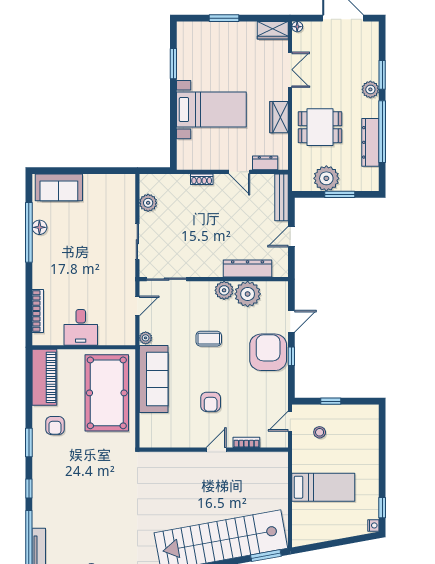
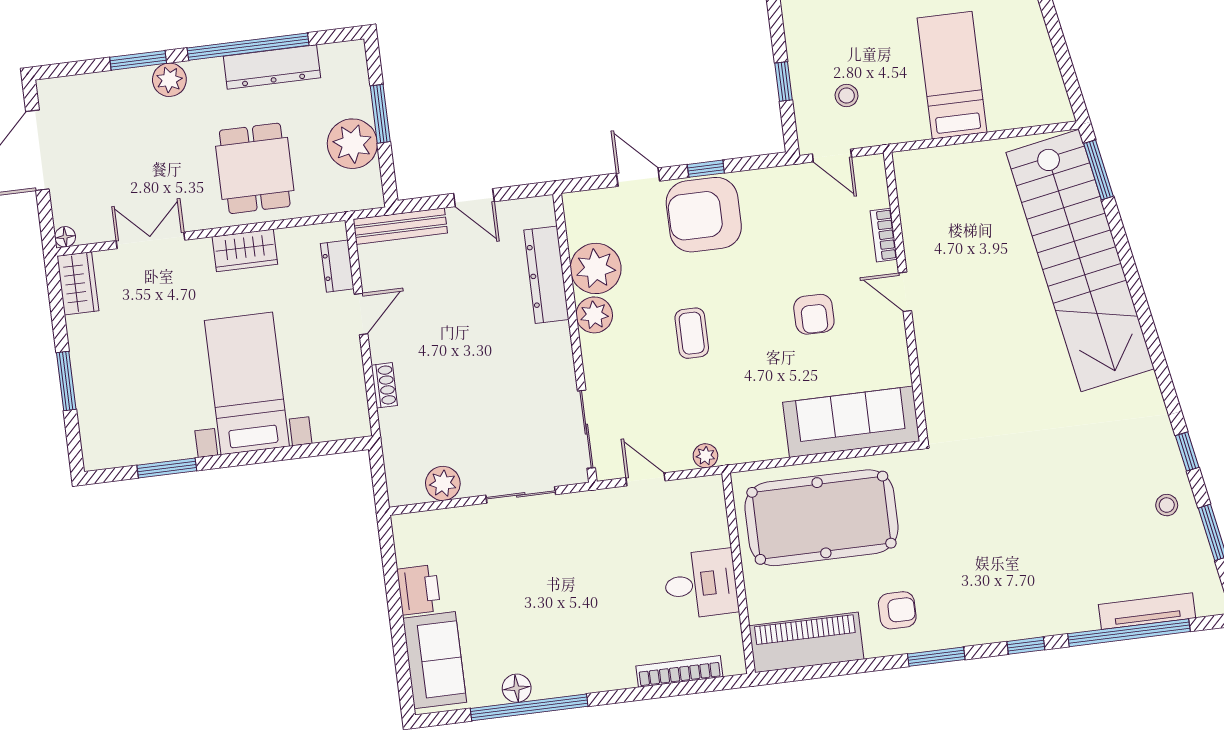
printer: (96, 184) -> (419, 590), added
sofa: (154, 379) -> (851, 422), moved
armchair: (211, 402) -> (814, 314), turned 90

